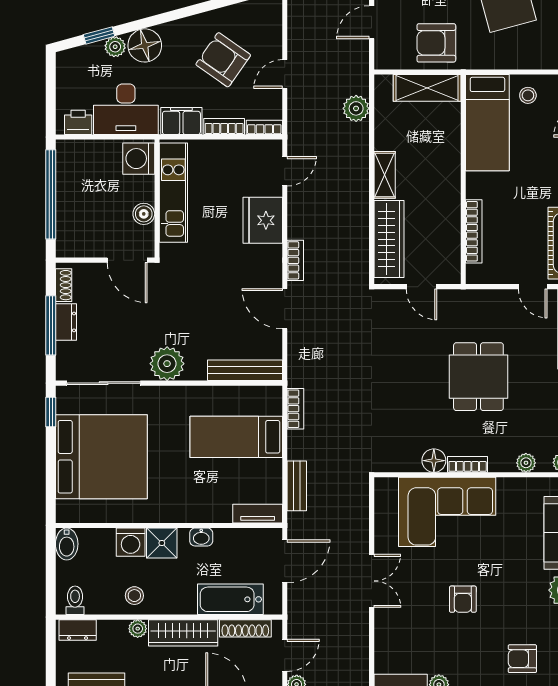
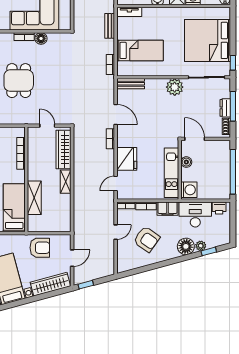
shelving: (427, 88) -> (34, 198), moved, turned 90
plant: (356, 108) -> (80, 215), removed
bench: (245, 370) -> (131, 84), width x0.73

